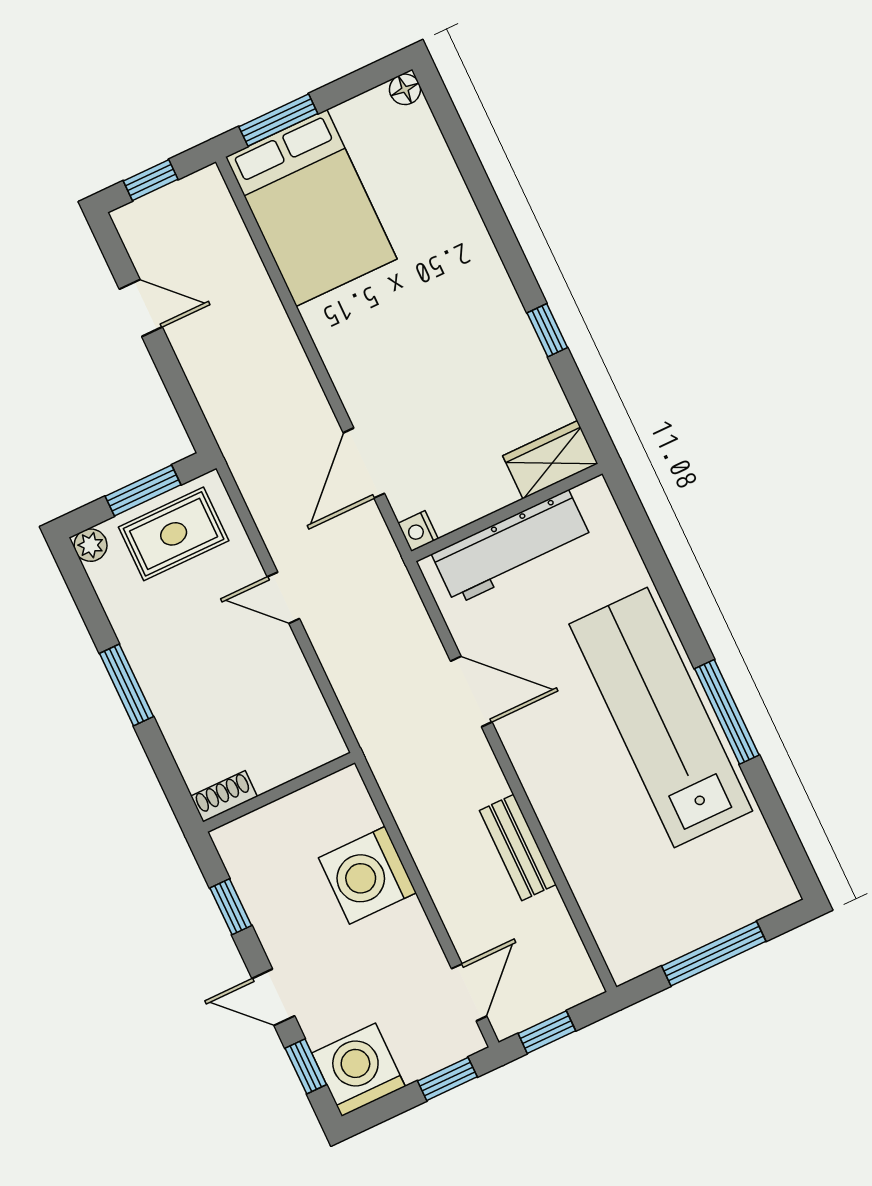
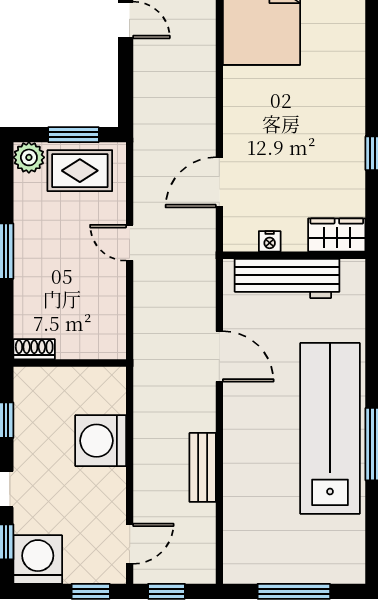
nightstand: (418, 531) -> (270, 241), moved, turned -90
plant: (91, 545) -> (29, 157), width x1.38, depth x1.38

